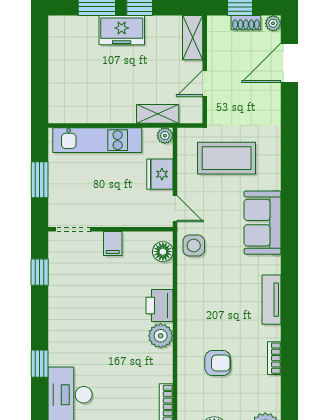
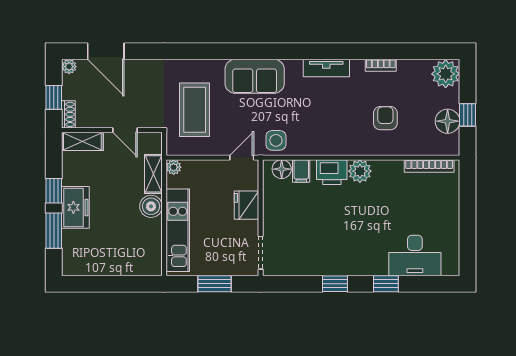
shoe rack: (246, 23) -> (68, 114), moved
boiler: (123, 111) -> (151, 206), added
fridge: (160, 174) -> (247, 205), moved, turned 90
filing cabinet: (113, 243) -> (301, 171), moved, turned 90
window: (40, 272) -> (335, 284), moved

